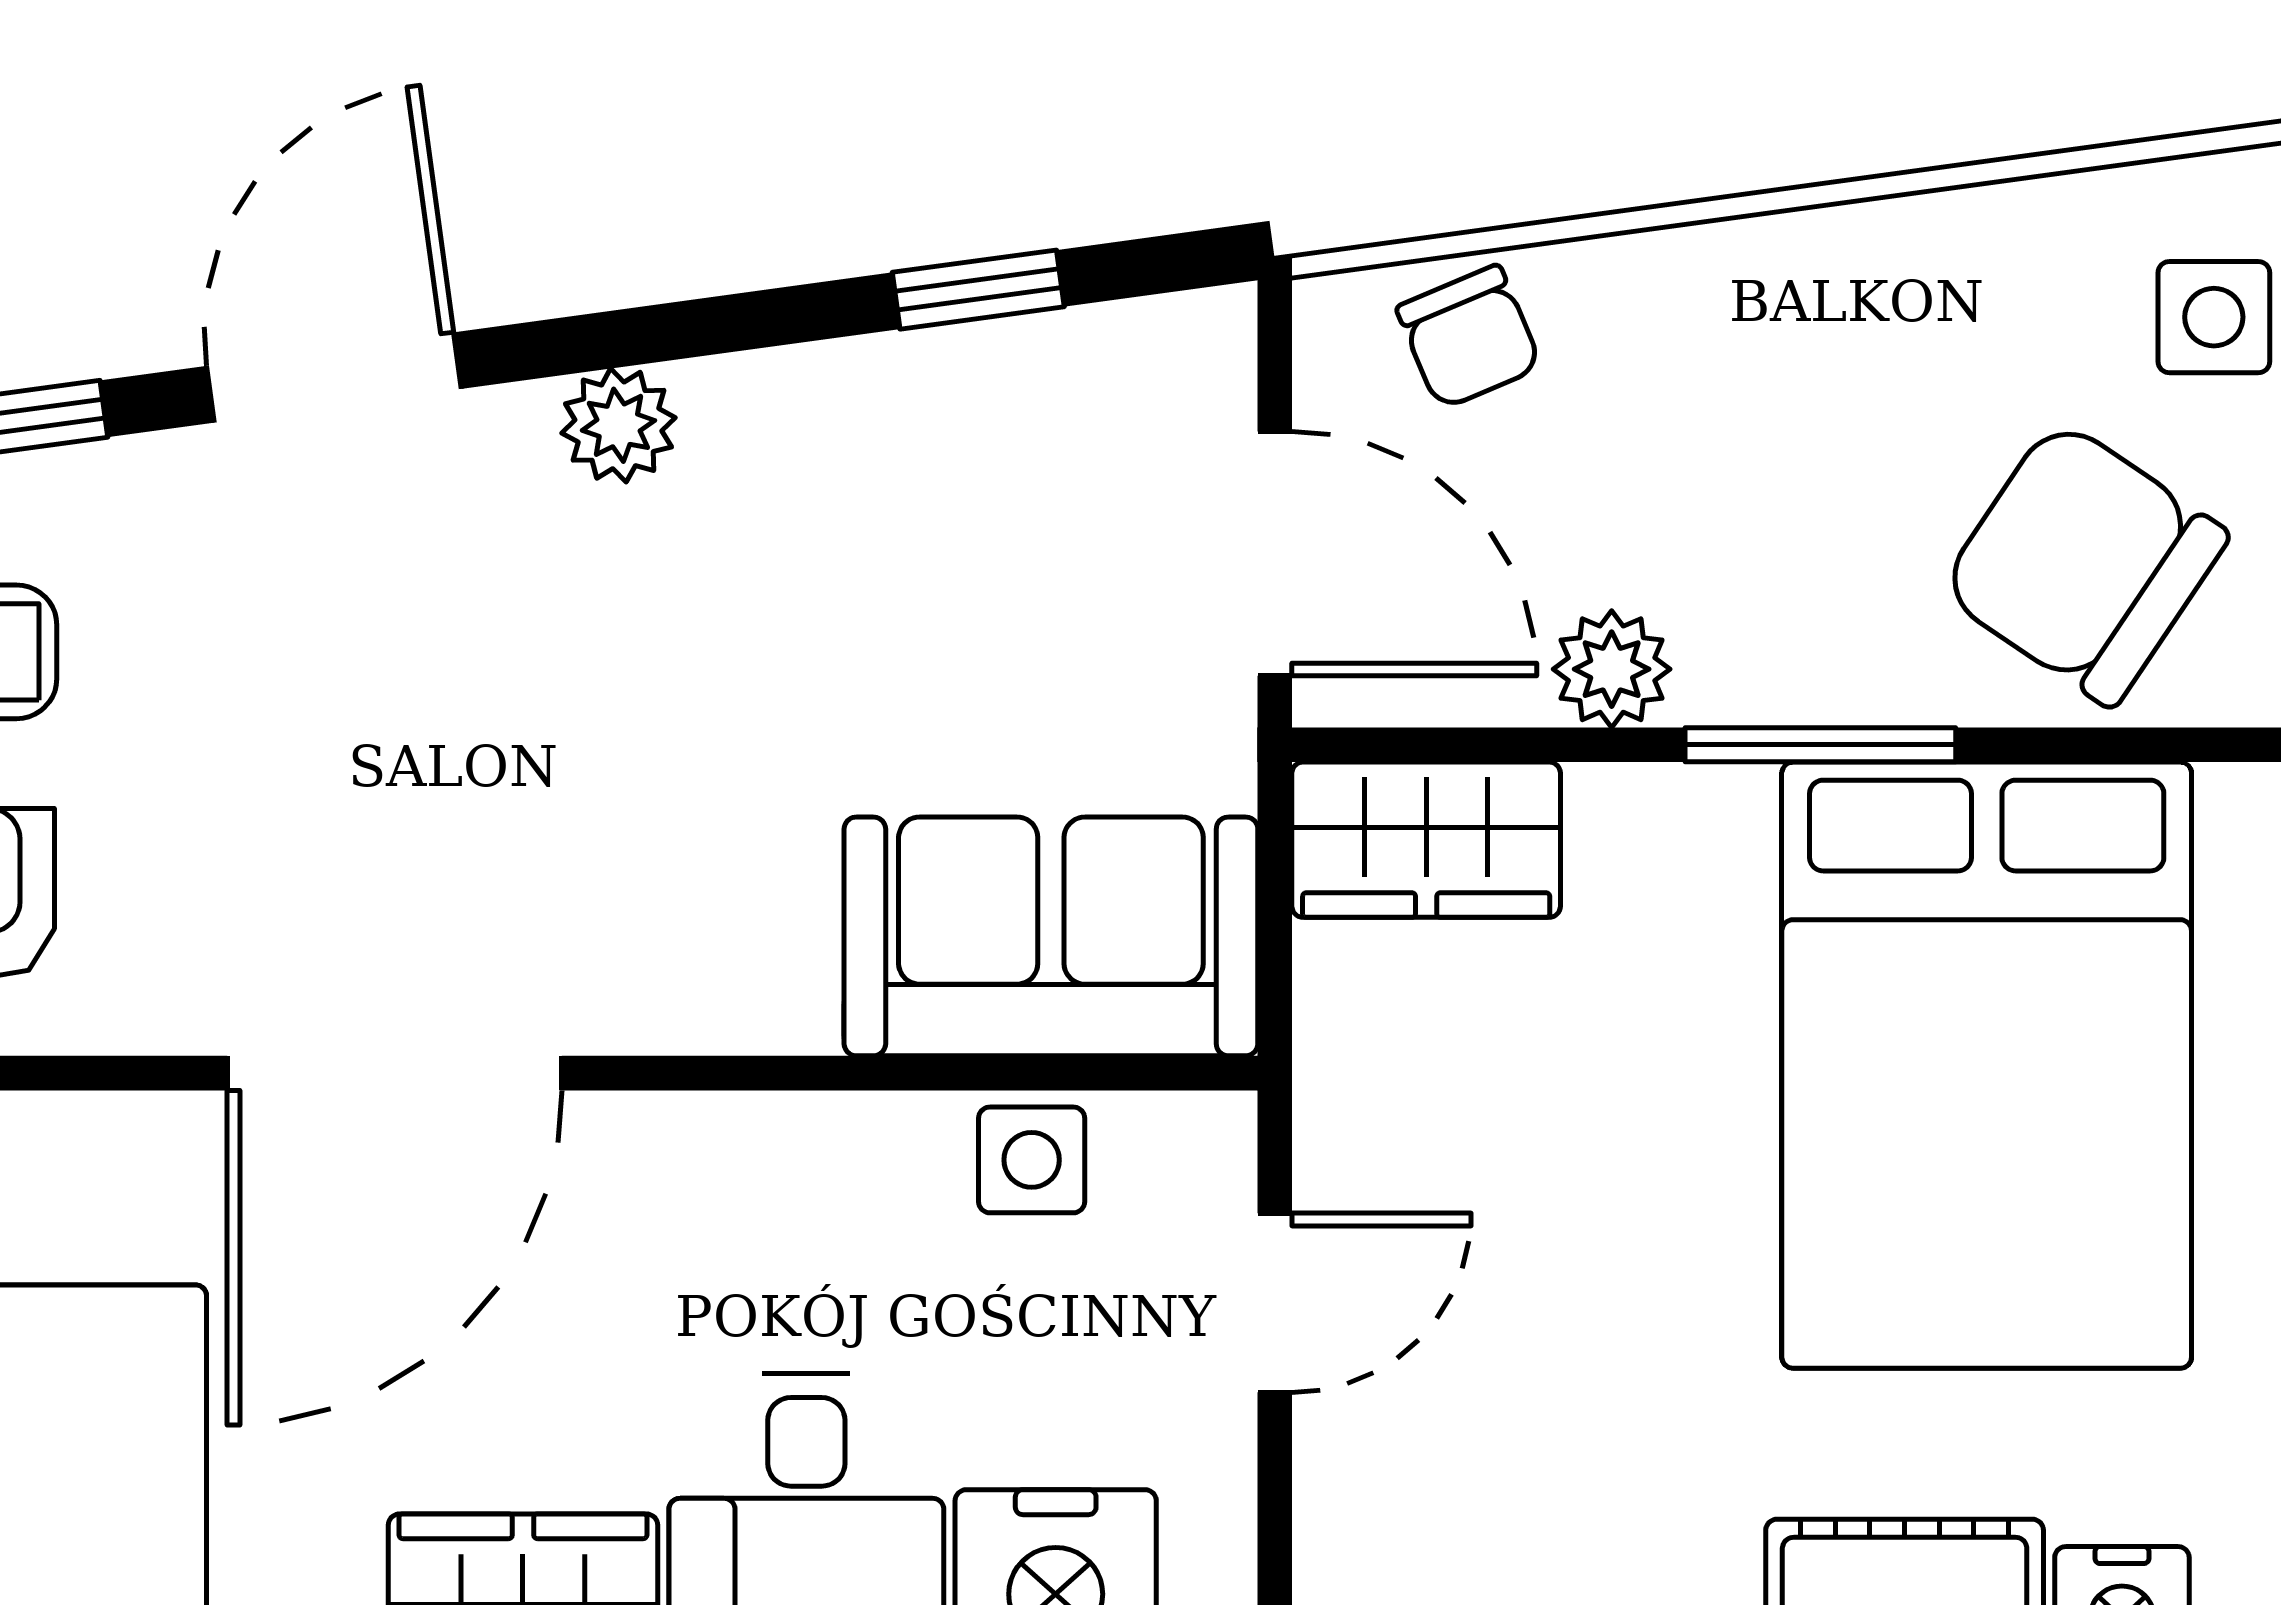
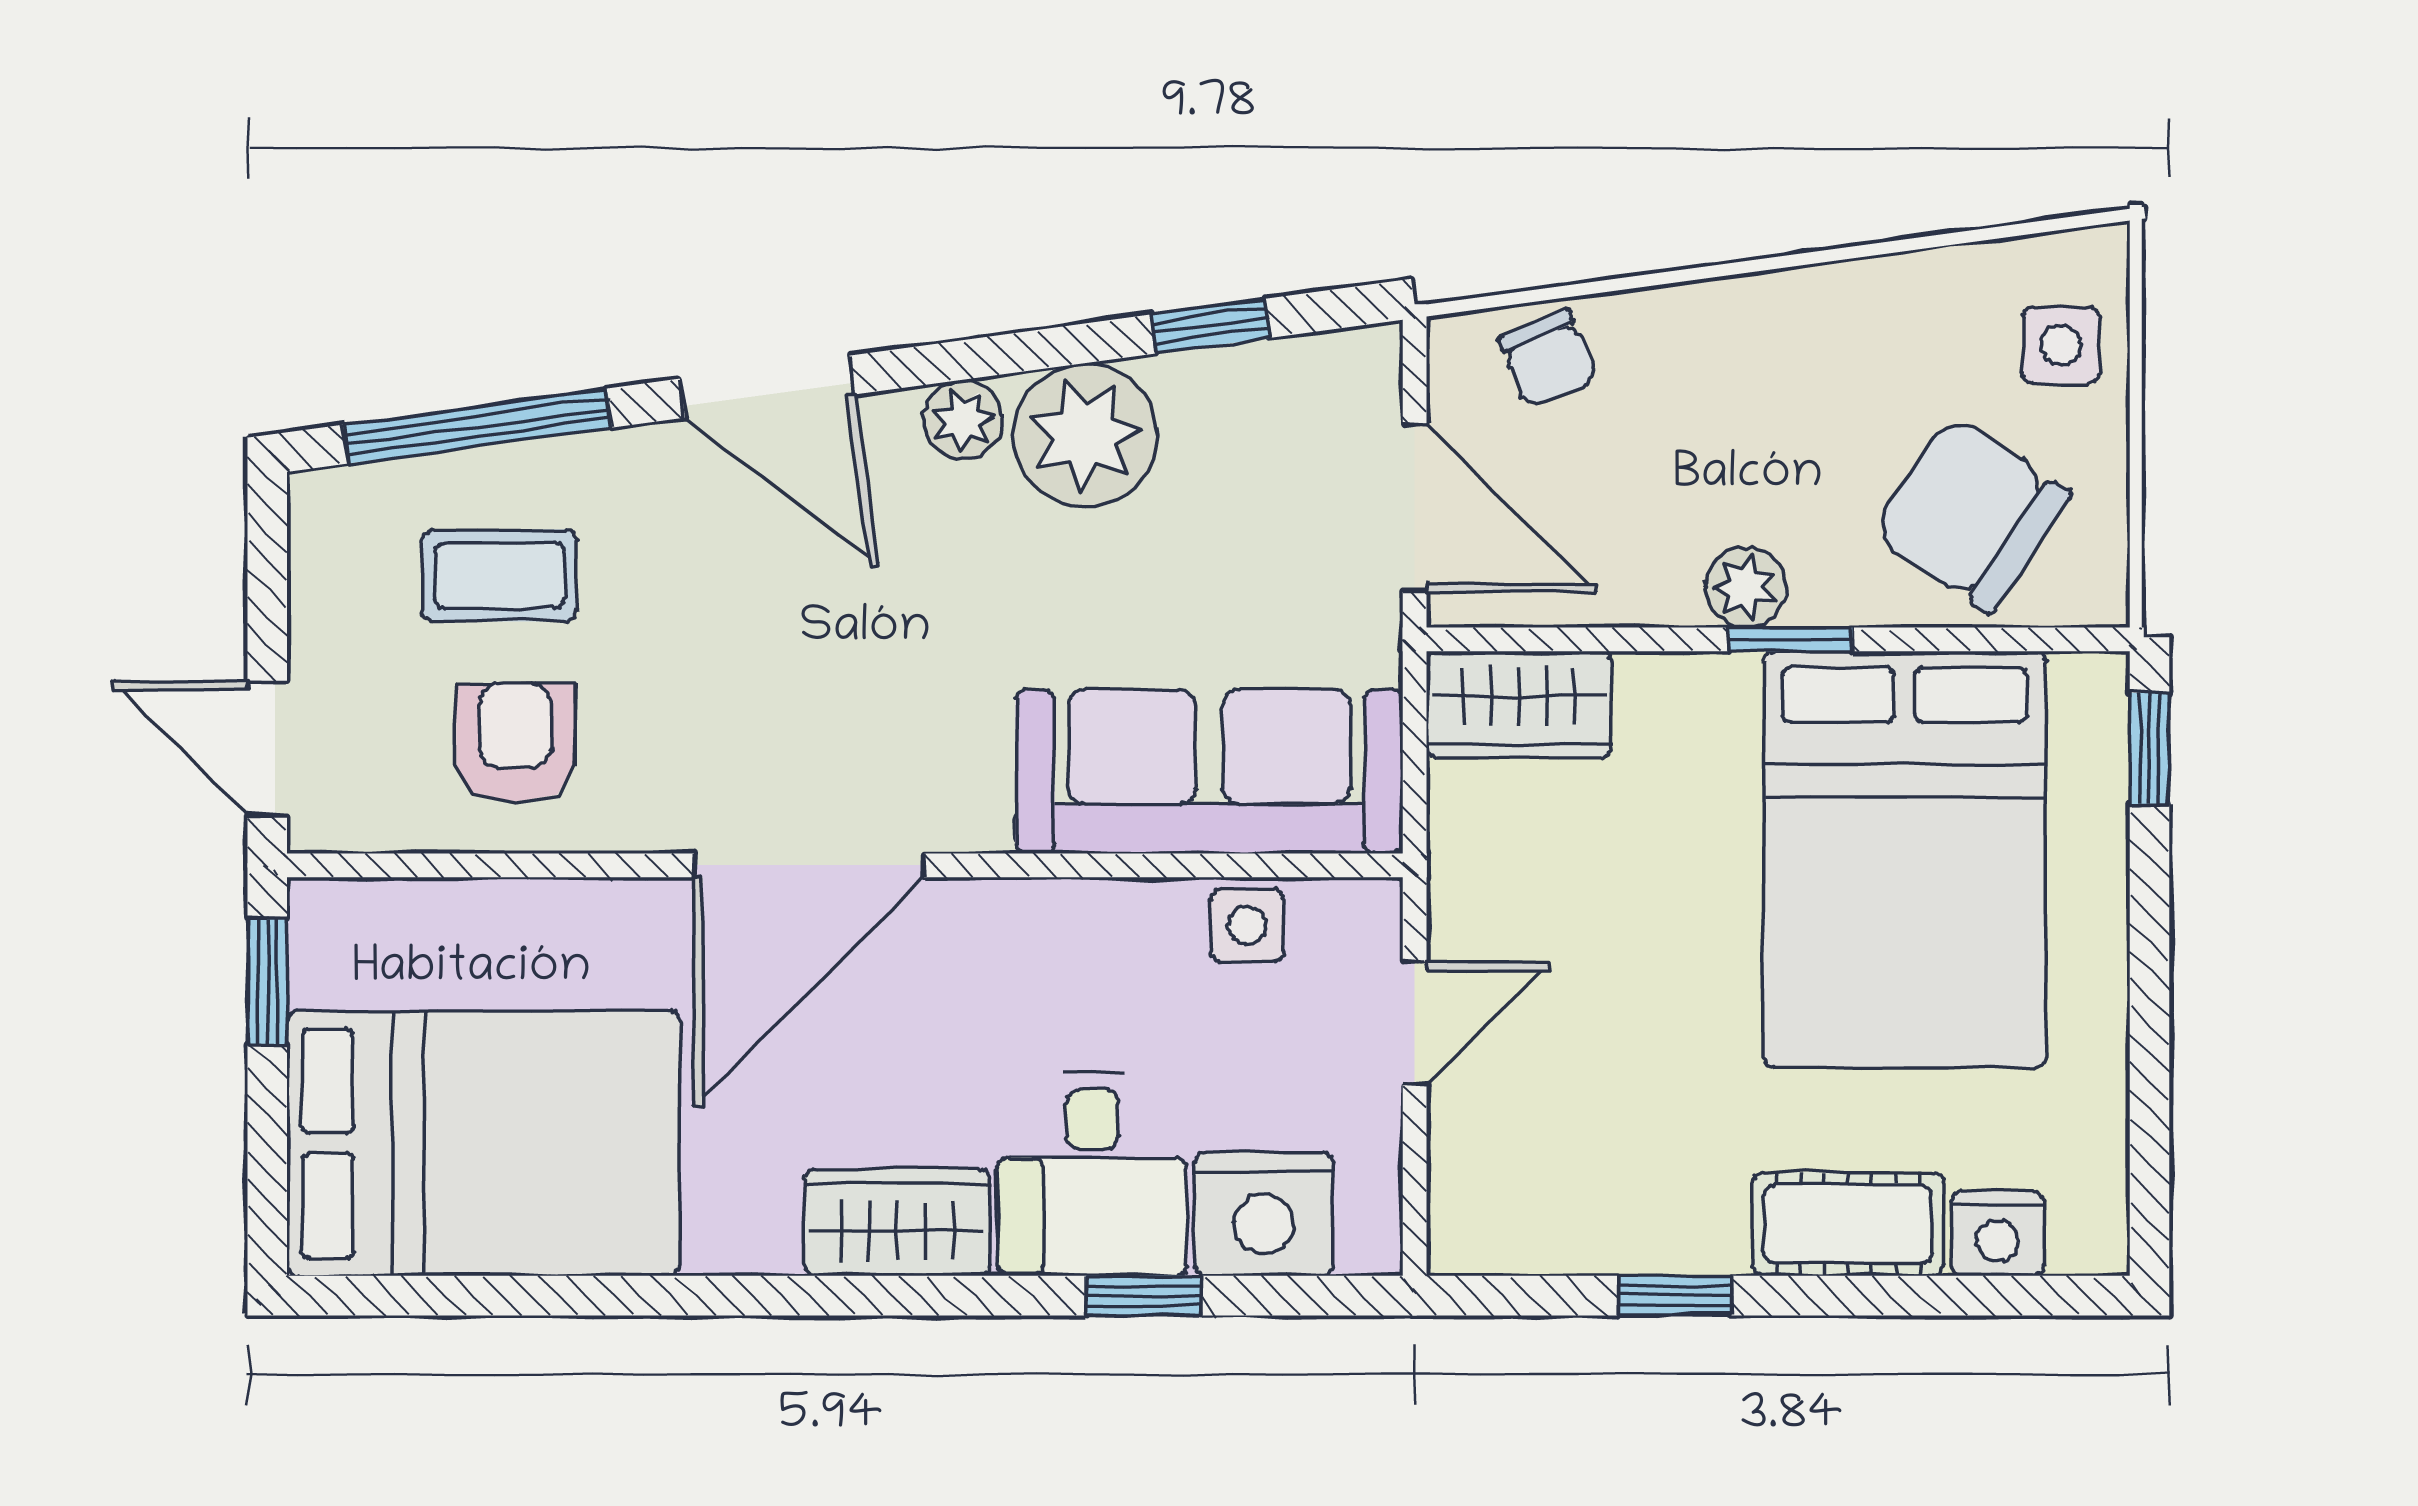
door: (334, 377) -> (767, 387), swing flipped
plant: (796, 448) -> (1085, 435), added
plant: (1612, 669) -> (1746, 587), moved
window: (1820, 745) -> (1790, 639), width x0.67
sofa: (1051, 936) -> (1209, 771), width x1.36

